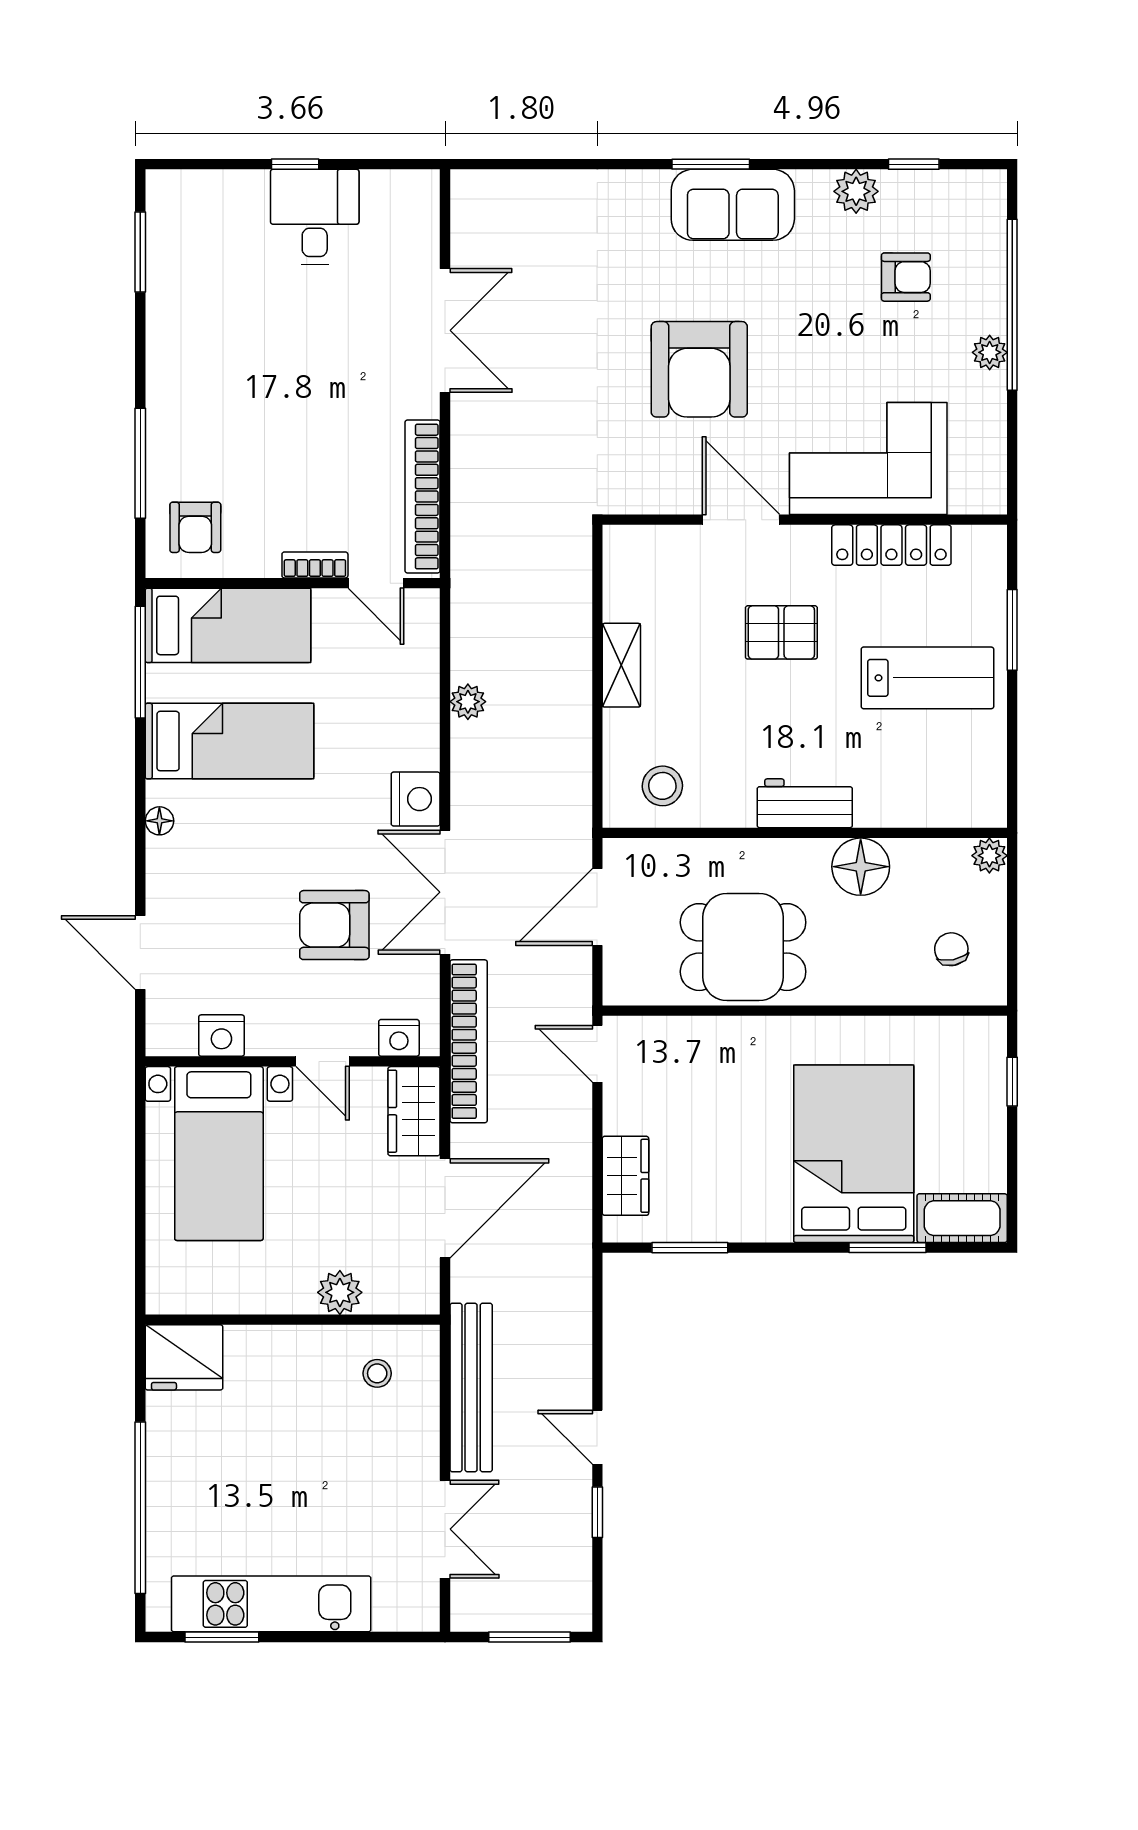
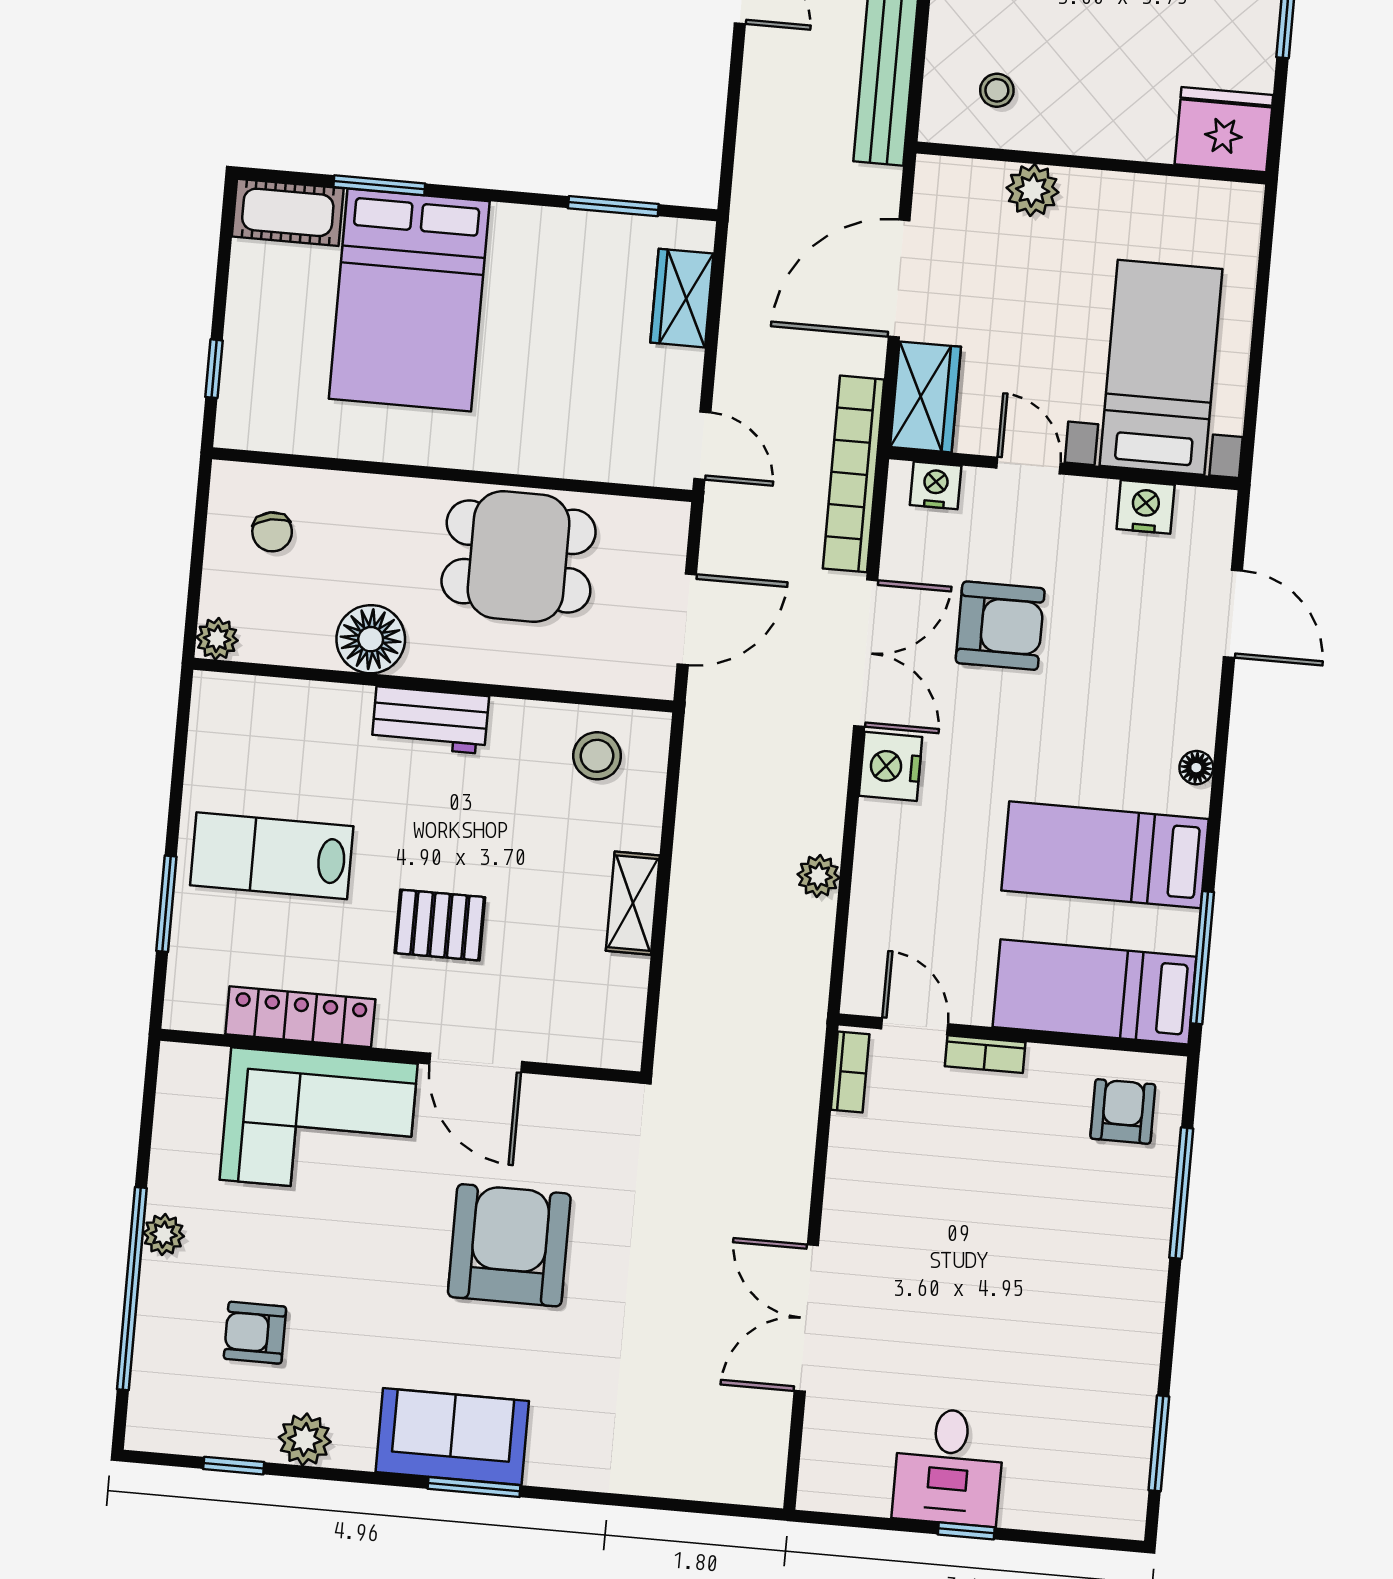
bookcase: (423, 497) -> (850, 1072), width x0.43, depth x0.76

